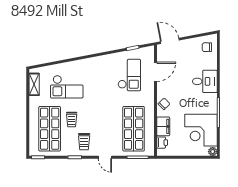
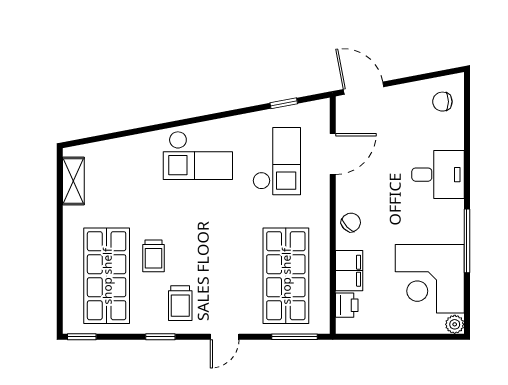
checkout: (67, 87) -> (198, 155), moved
door: (105, 157) -> (225, 337), hinge flipped

